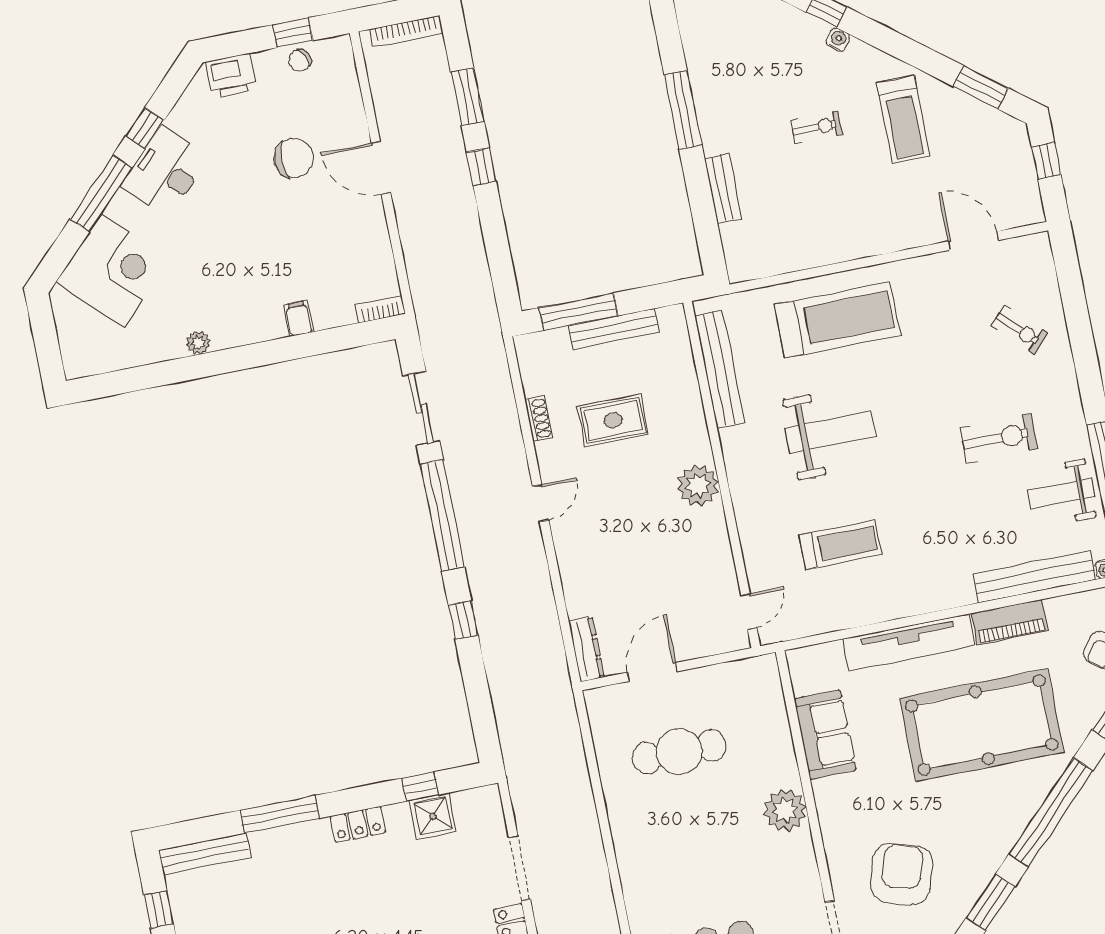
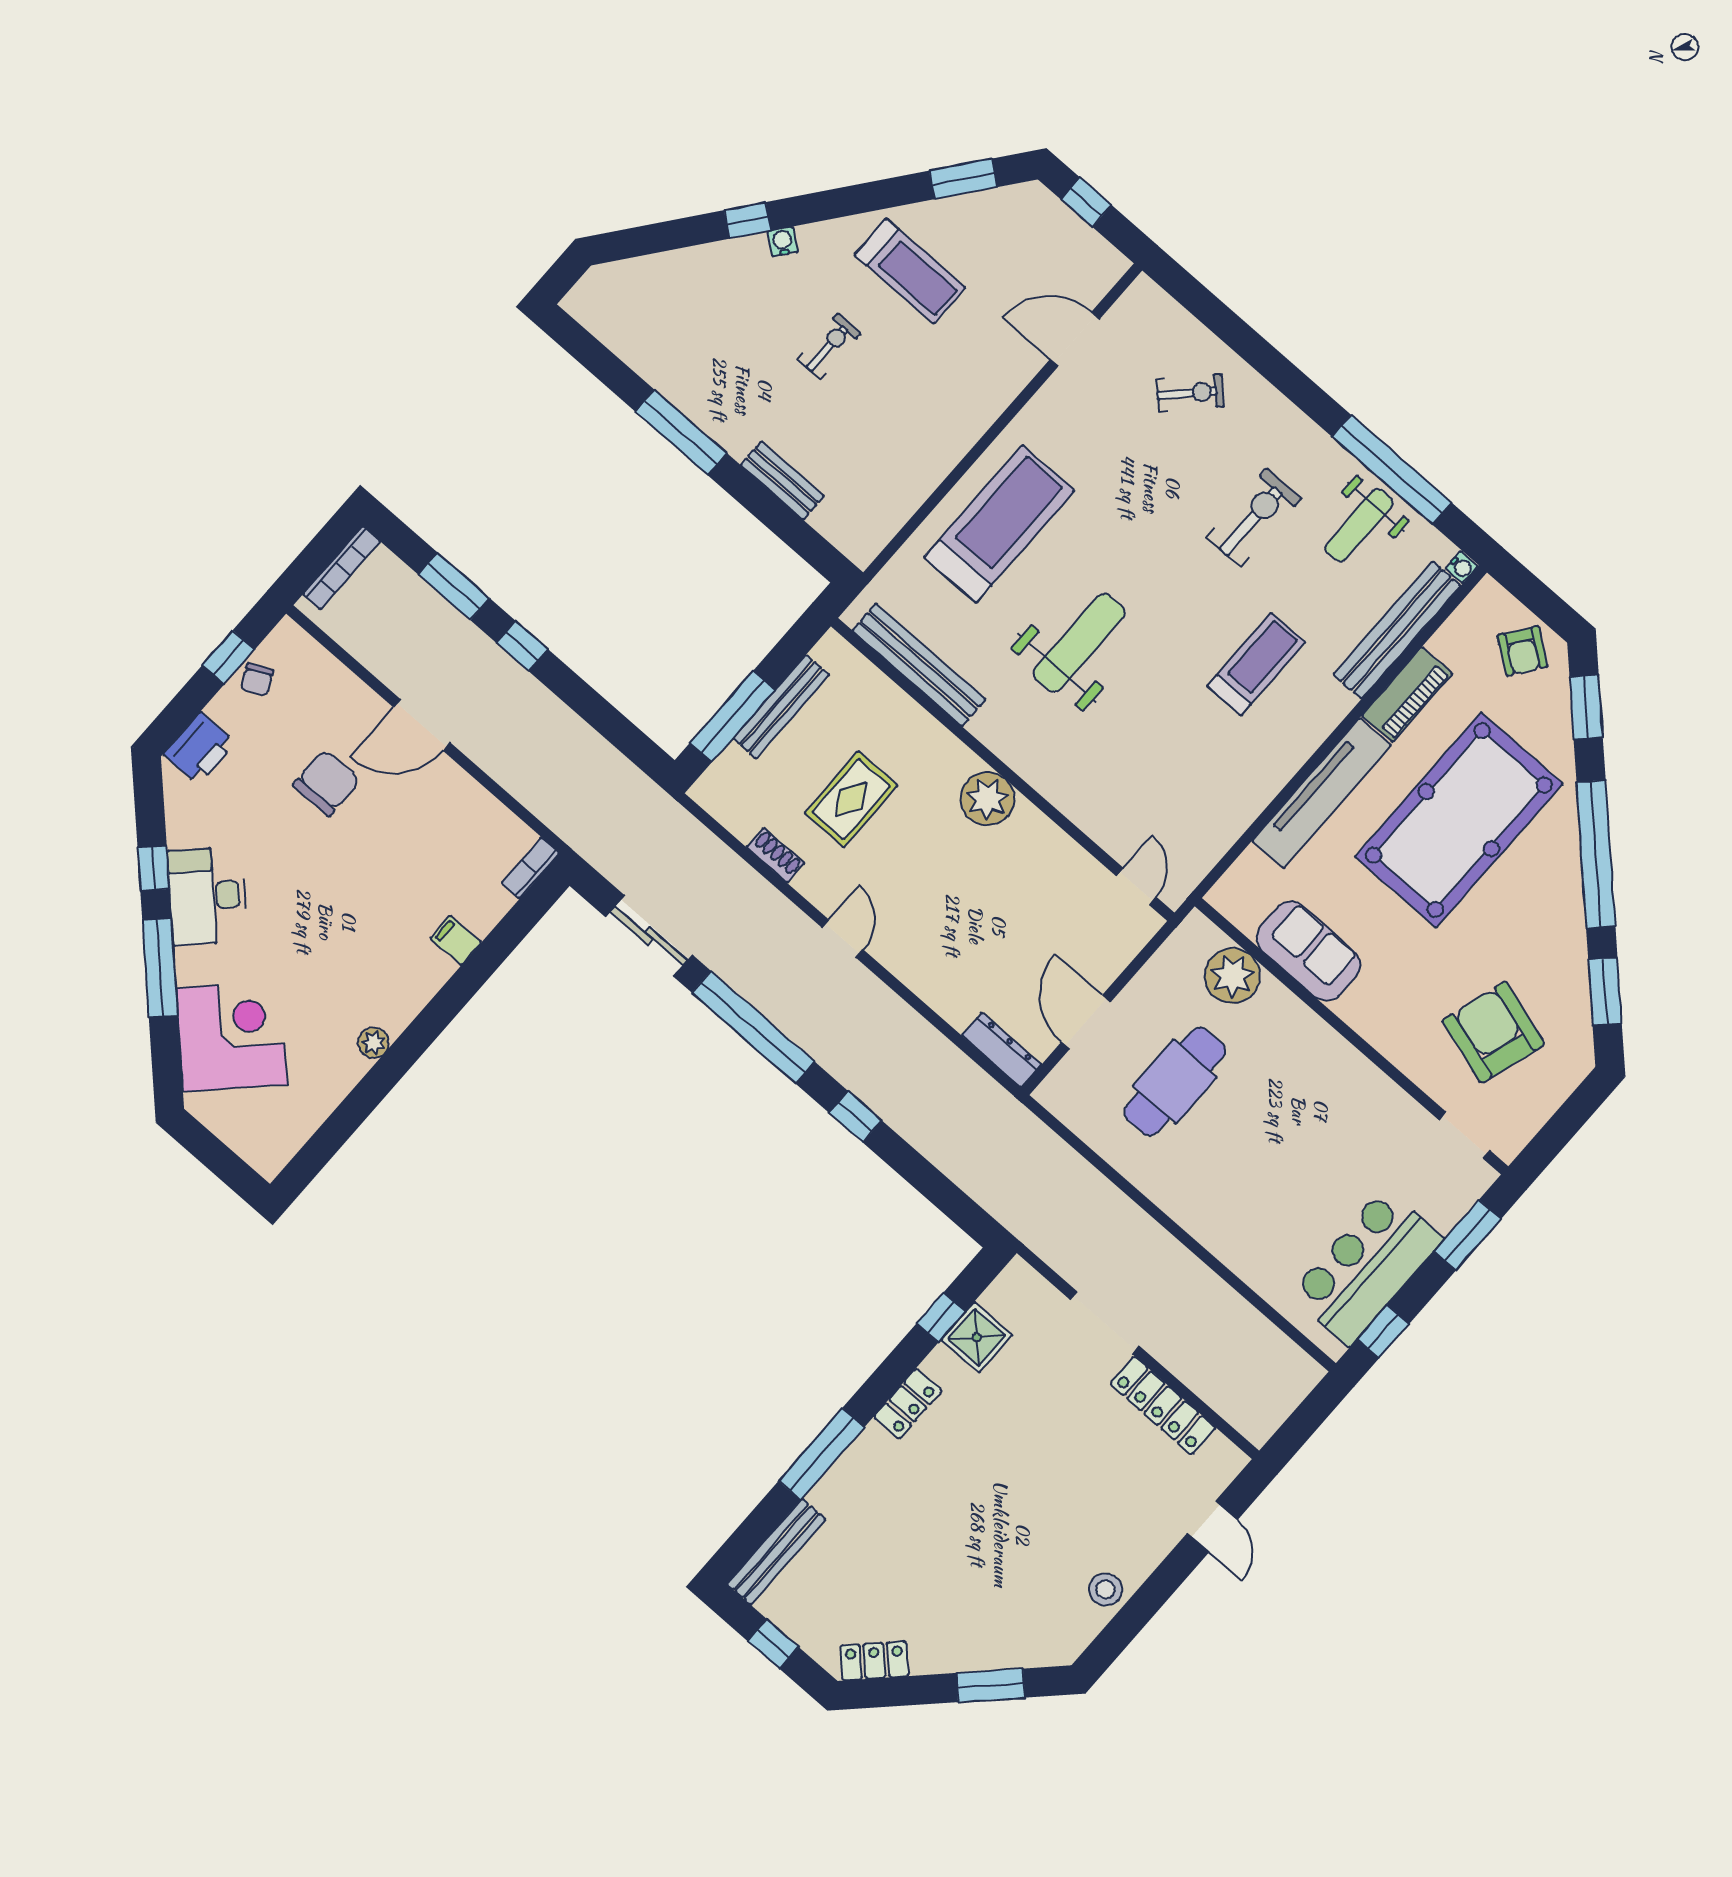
treadmill: (840, 545) -> (1256, 664), moved
plant: (785, 810) -> (1232, 976), moved

